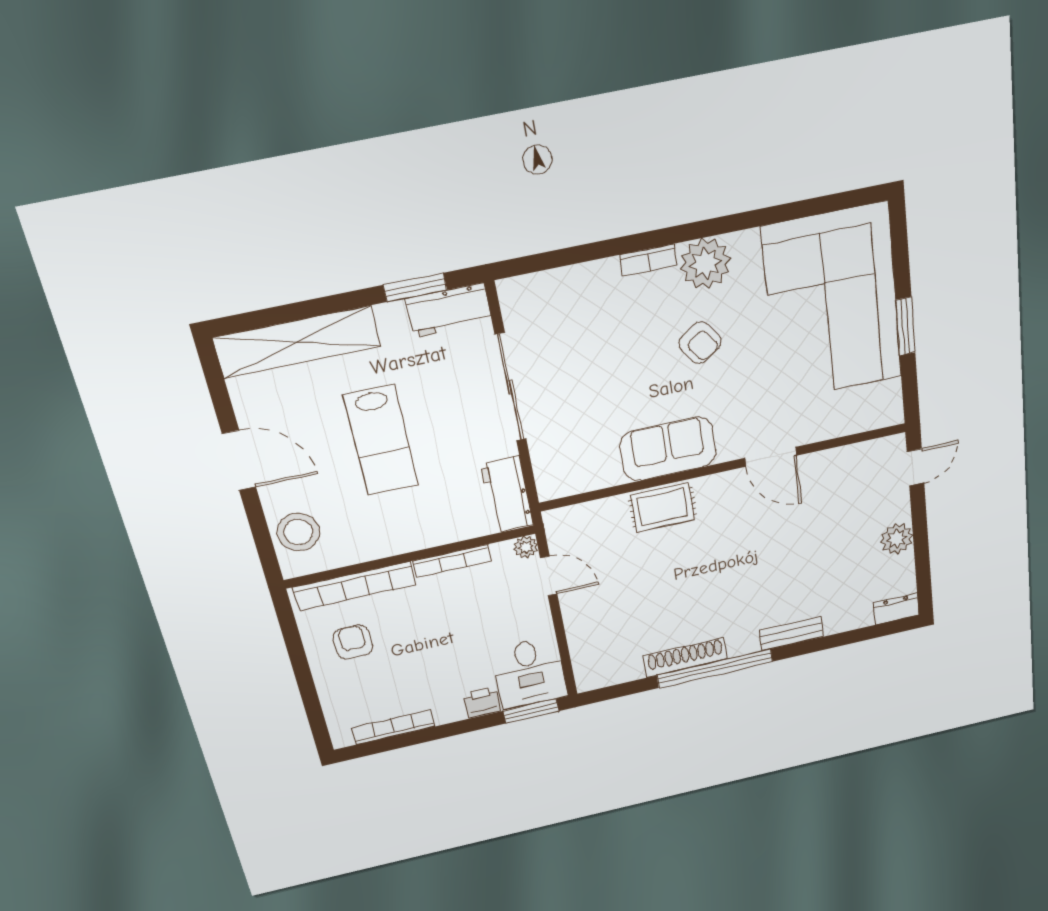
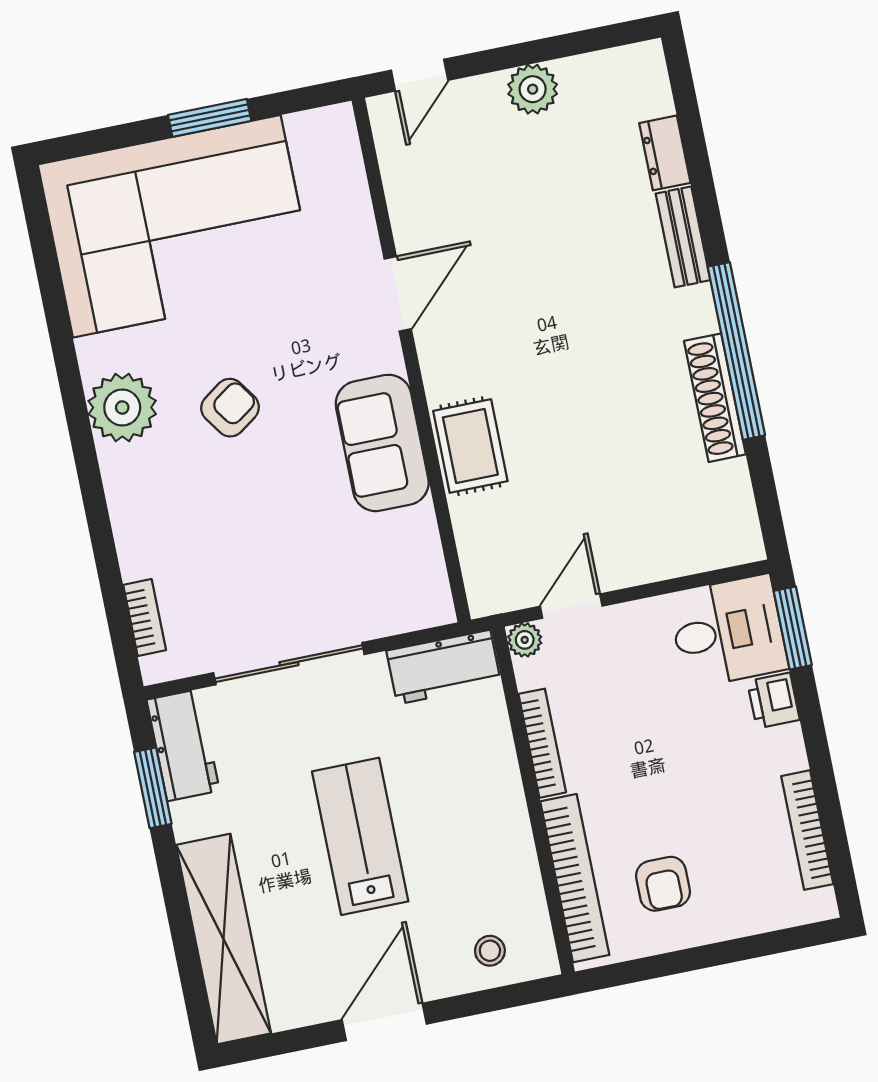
bookcase: (648, 260) -> (145, 617), moved
lab bench: (381, 440) -> (360, 836), turned -90
door: (915, 467) -> (420, 75), swing flipped
stool: (298, 532) -> (490, 951), width x0.53, depth x0.53
dresser: (896, 609) -> (665, 153), moved
armchair: (353, 642) -> (663, 884), turned -90

